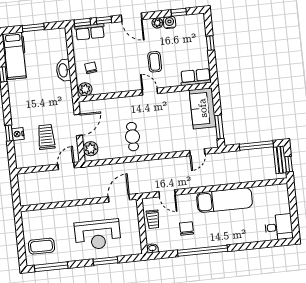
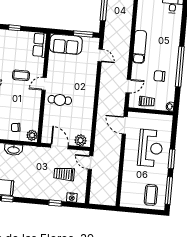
nightstand: (18, 134) -> (72, 197), moved
cafe table: (132, 137) -> (60, 100), moved
exam couch: (225, 200) -> (140, 47), width x0.73, depth x0.69
window: (105, 261) -> (172, 159), moved

